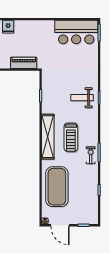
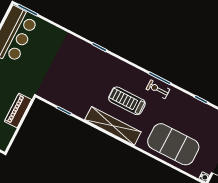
weight bench: (82, 98) -> (89, 66), removed
treadmill: (71, 137) -> (127, 101), turned 180

